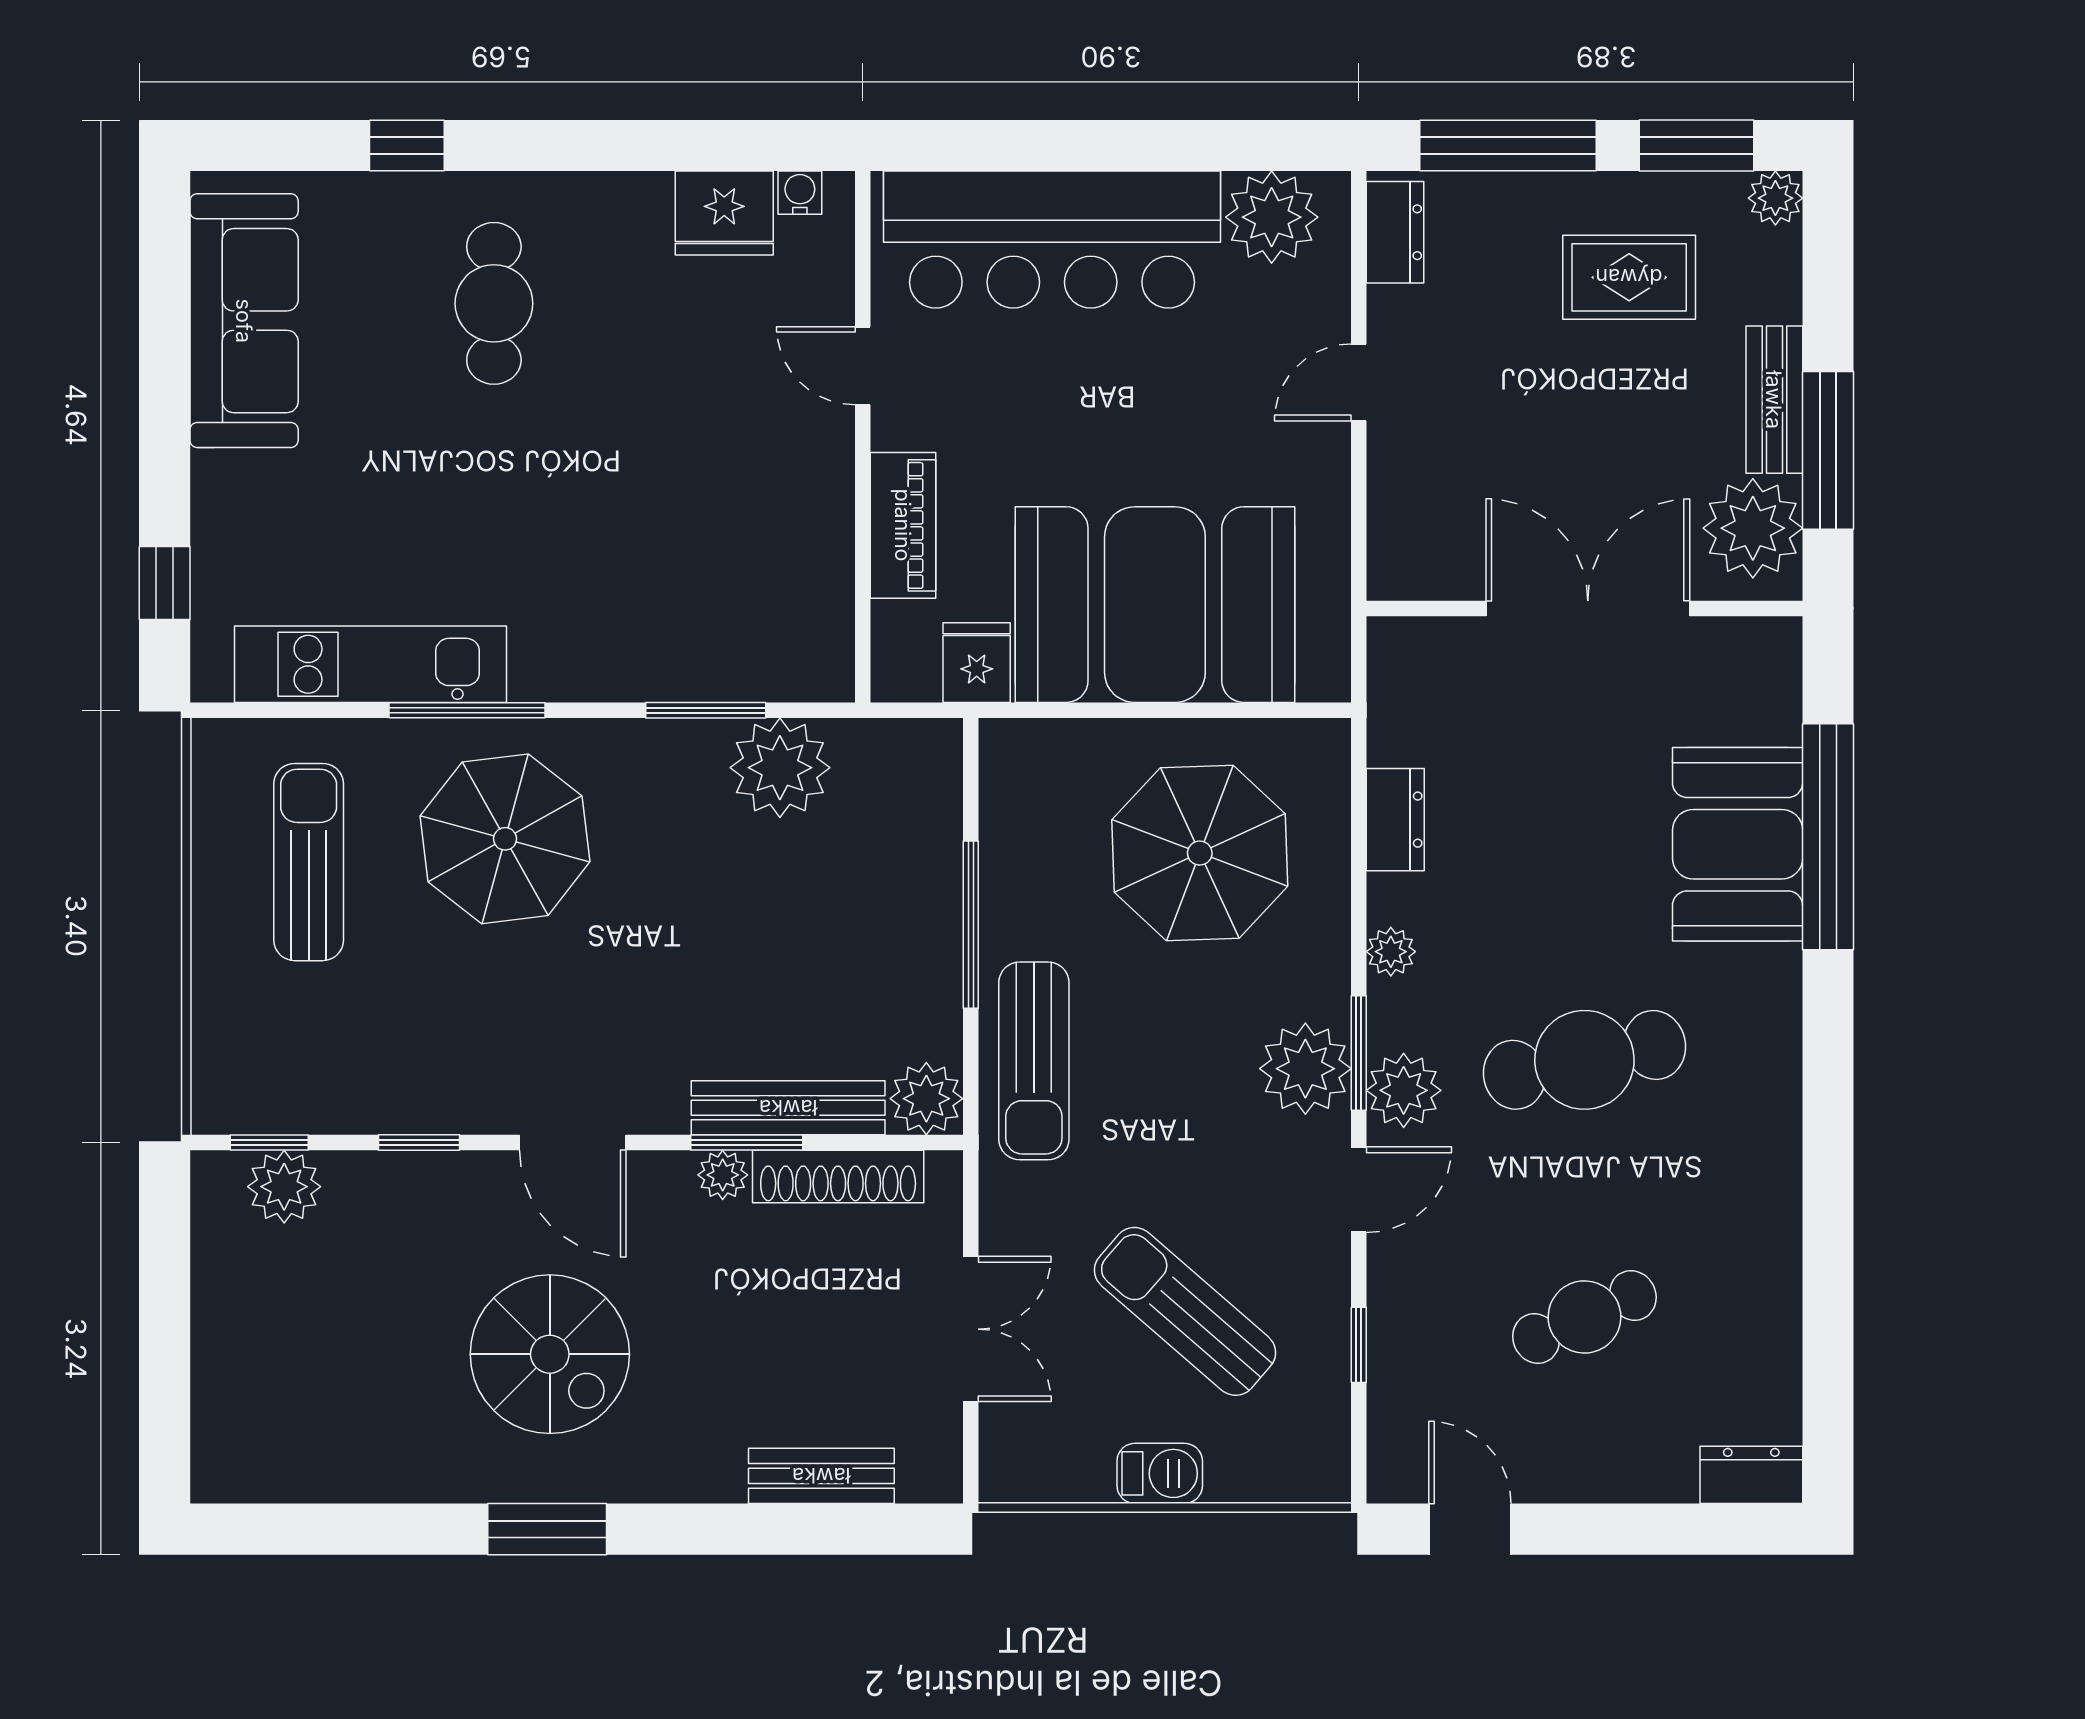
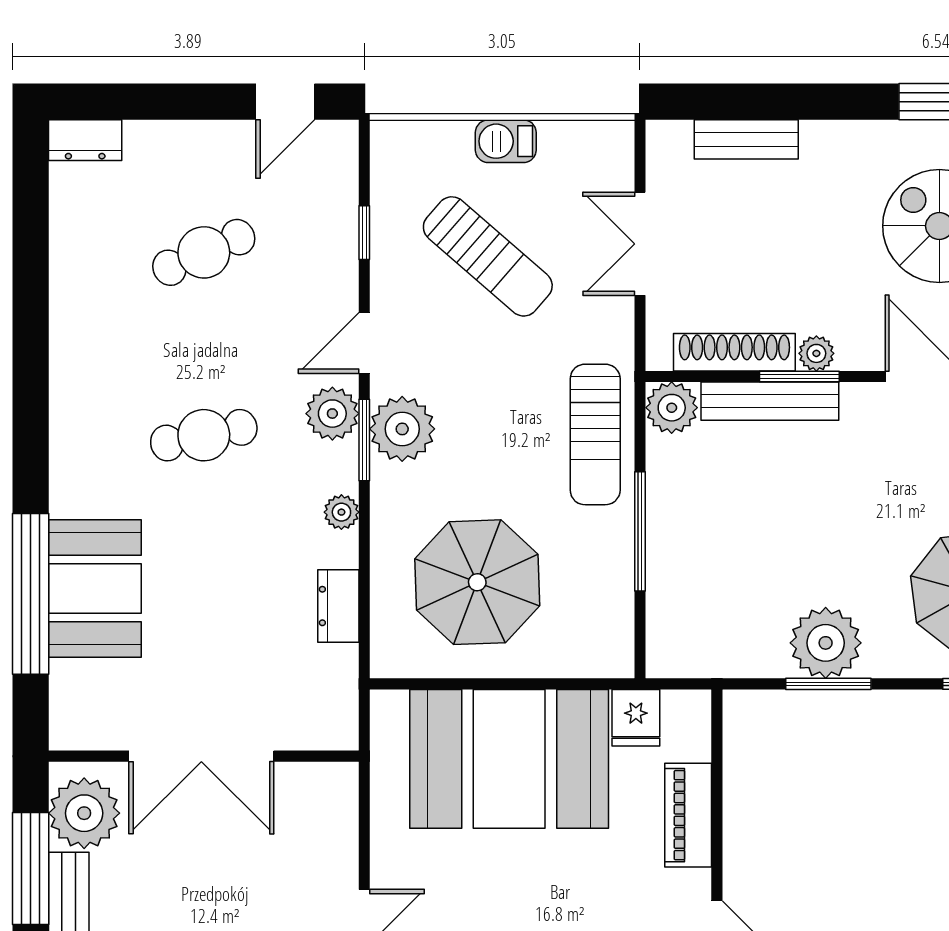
plant: (780, 768) -> (826, 643), moved
cafe table: (1584, 1060) -> (204, 435), width x0.73, depth x0.74
sun lounger: (1034, 1061) -> (595, 434), turned 180
door: (1470, 1529) -> (285, 102), hinge flipped

